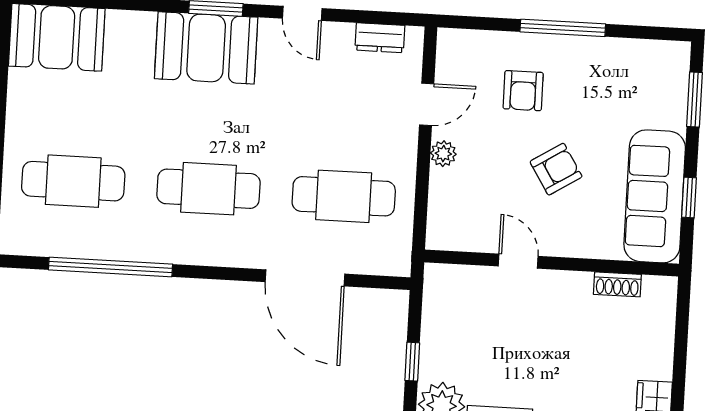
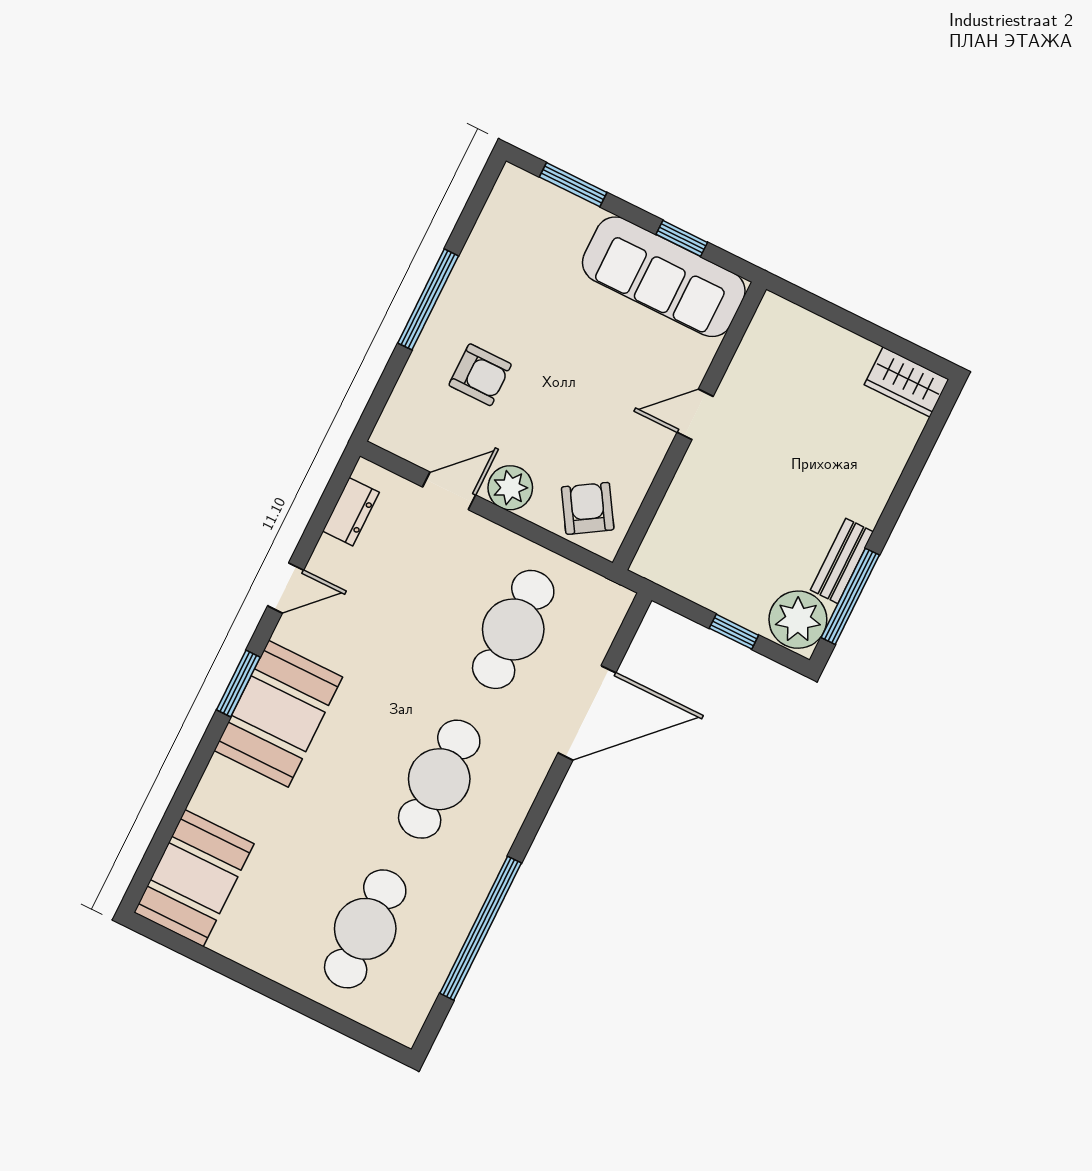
door: (427, 104) -> (449, 491), hinge flipped
plant: (443, 154) -> (510, 488), width x1.38, depth x1.38
armchair: (556, 169) -> (588, 508), moved
door: (518, 261) -> (695, 414), moved
shoe rack: (617, 284) -> (746, 362), removed

